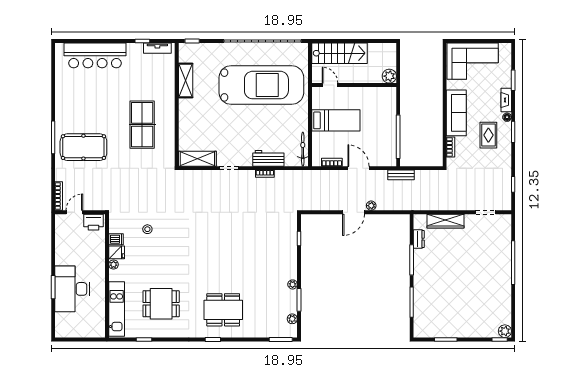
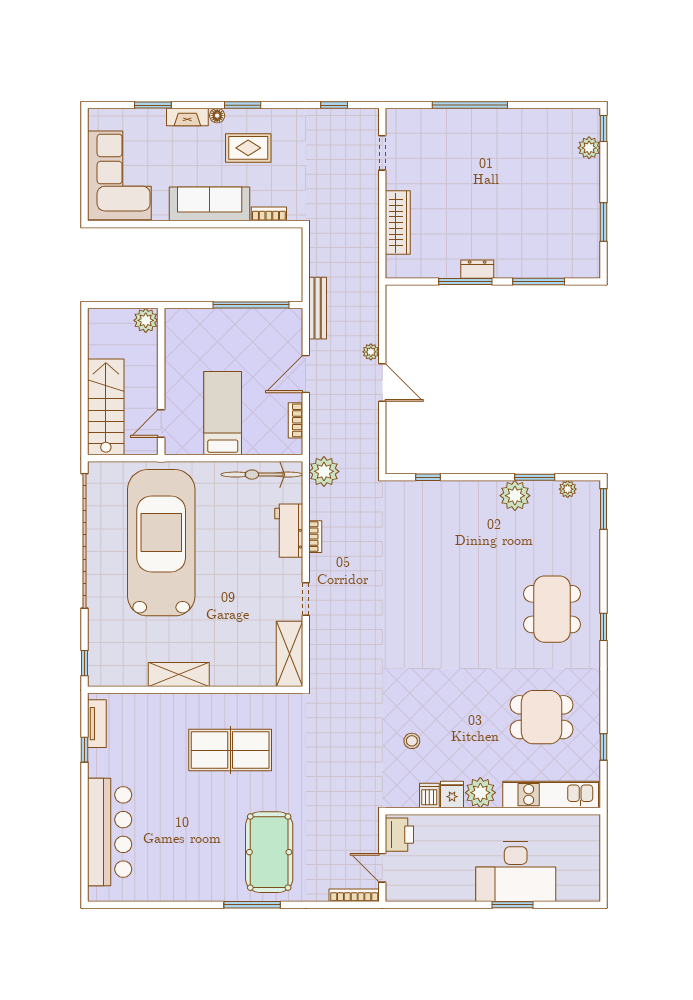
shelving: (186, 80) -> (179, 675), moved
bicycle: (303, 149) -> (262, 475), width x1.37, depth x1.40
bench: (401, 175) -> (318, 308), width x1.36
plant: (302, 179) -> (324, 471), added
dresser: (419, 239) -> (477, 269), moved
plant: (114, 264) -> (480, 793), width x1.88, depth x1.88
plant: (293, 284) -> (515, 496), width x1.88, depth x1.88
dining table: (161, 304) -> (541, 717), turned 90
plant: (505, 331) -> (589, 148), moved

